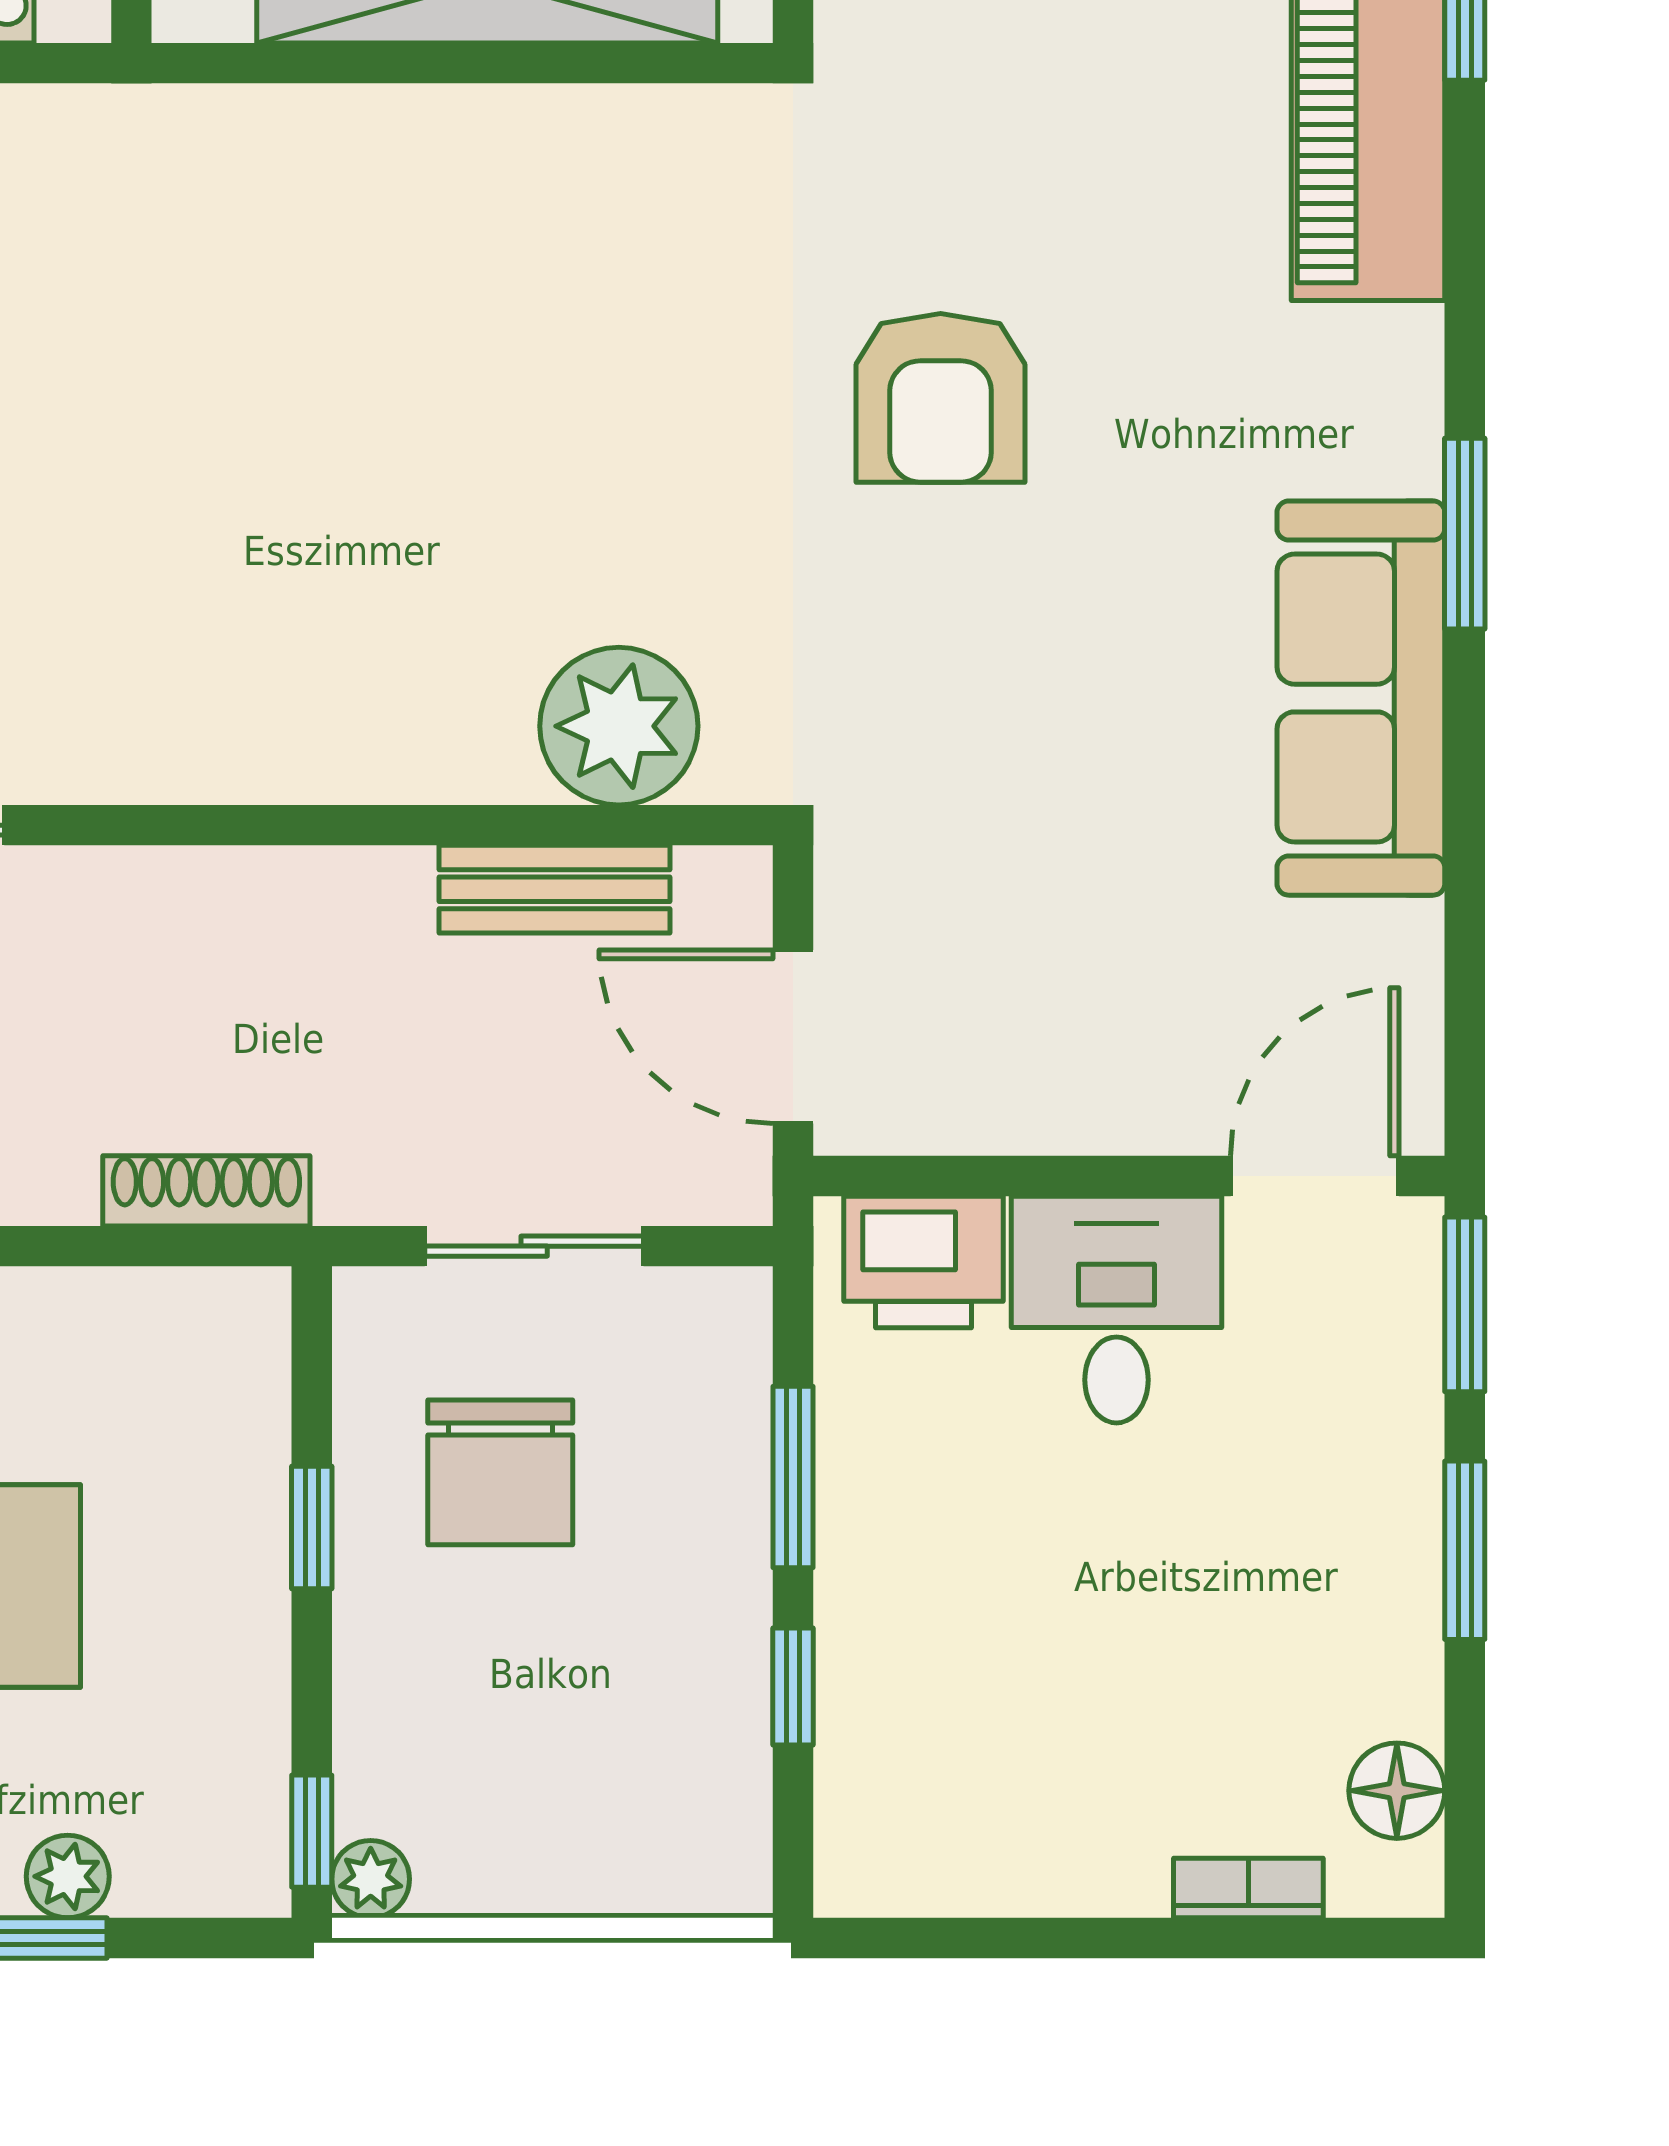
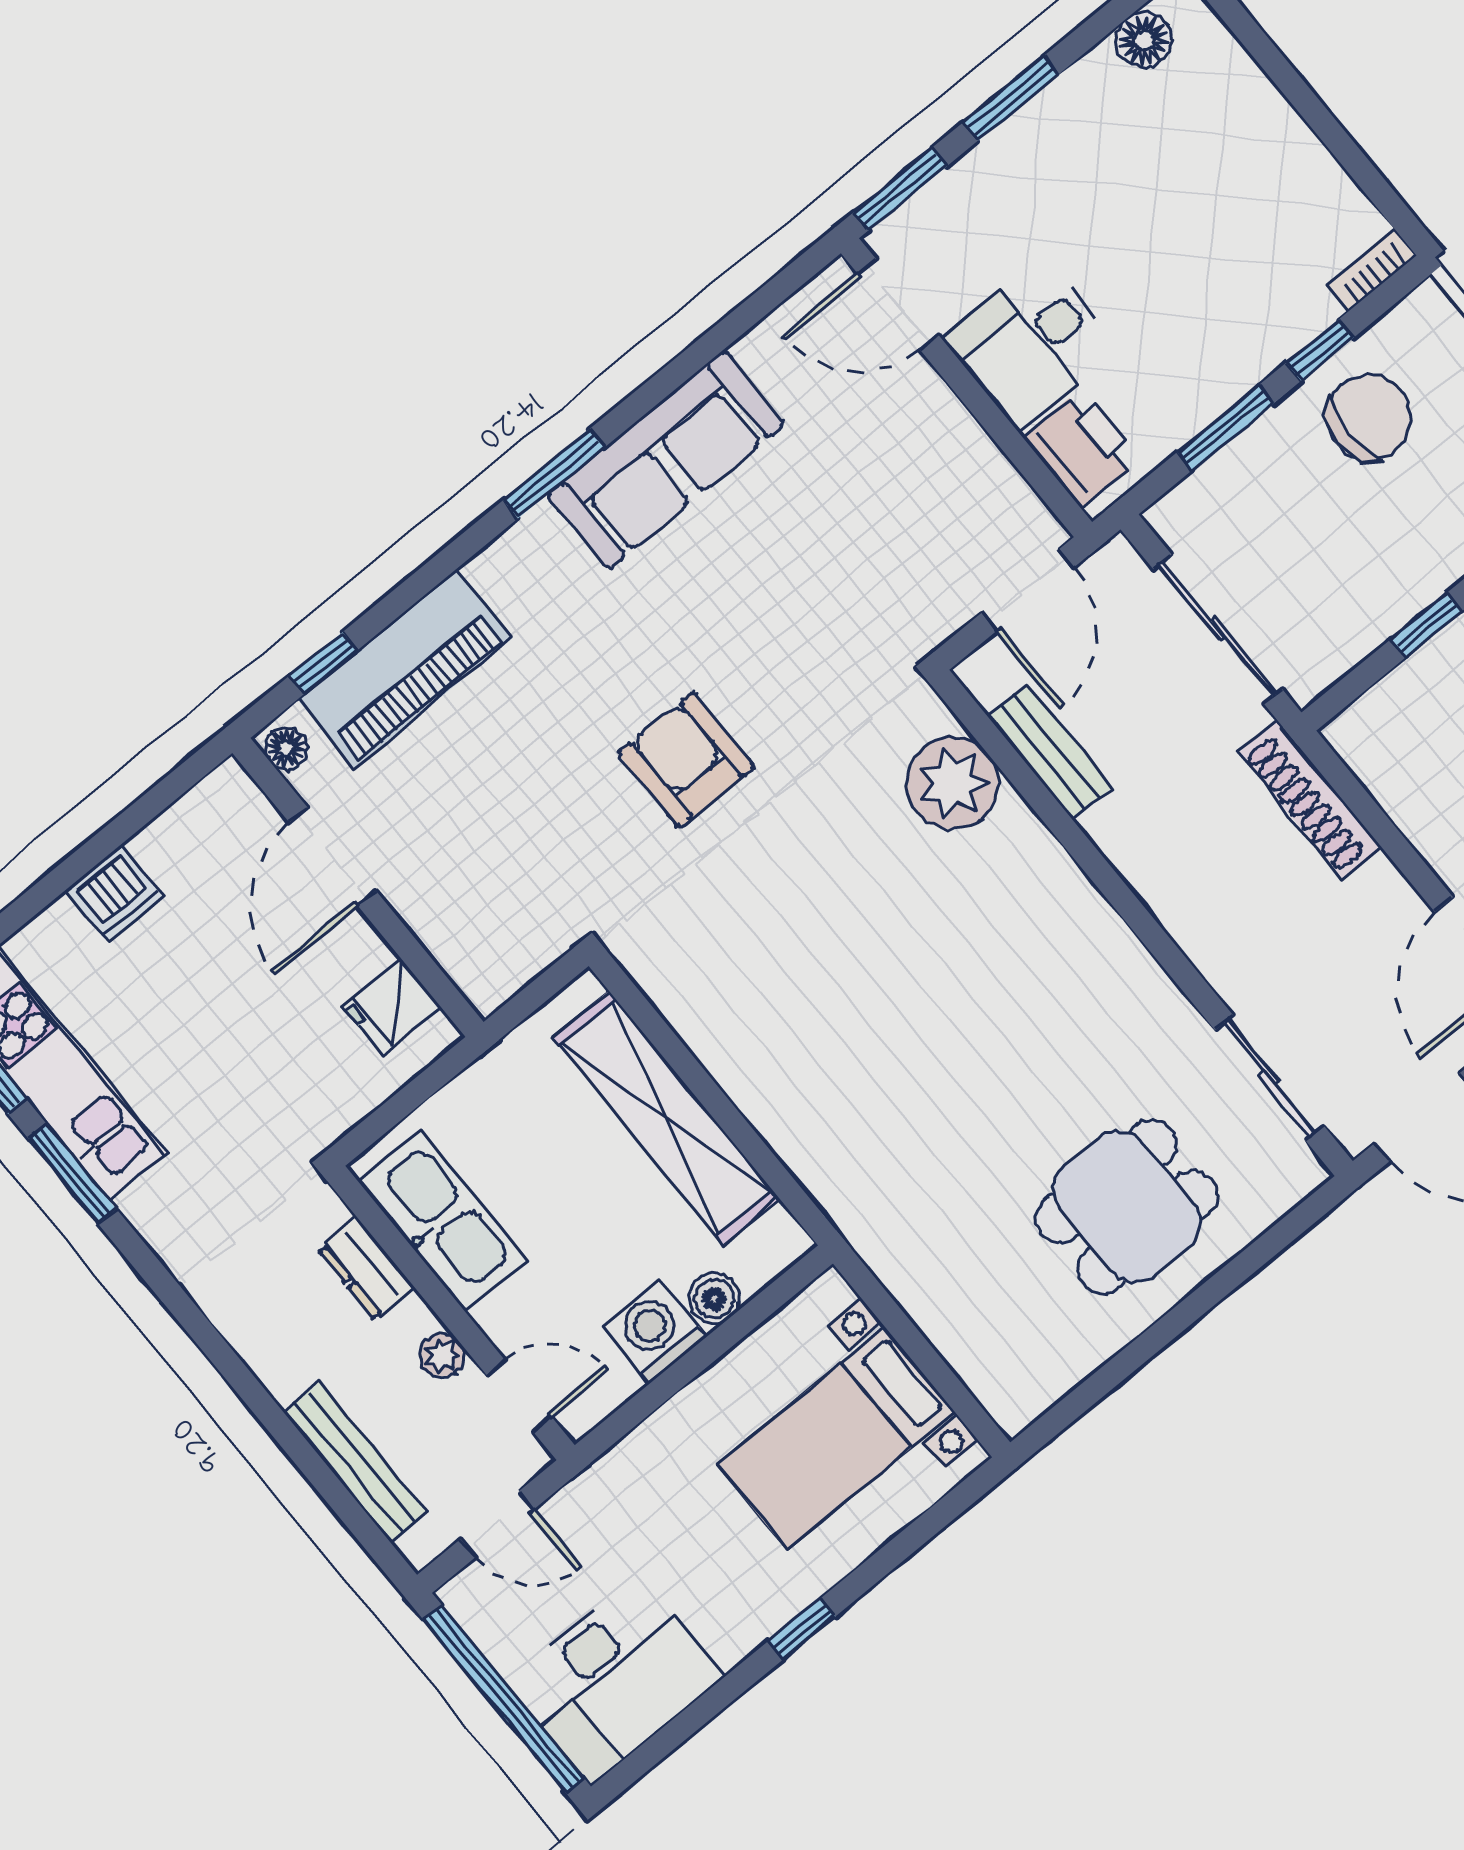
armchair: (941, 398) -> (686, 760), turned -90
shoe rack: (206, 1191) -> (1310, 800), width x1.36, depth x1.24
sliding door: (534, 1246) -> (1218, 629), width x1.37
chair: (500, 1472) -> (1369, 417), moved
bookcase: (1248, 1888) -> (1372, 270), moved, turned 90

